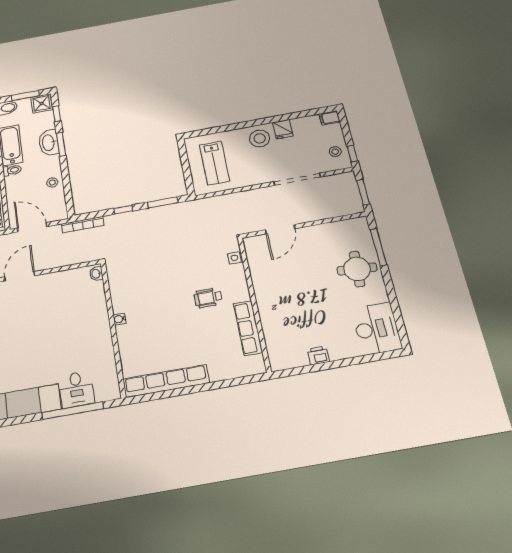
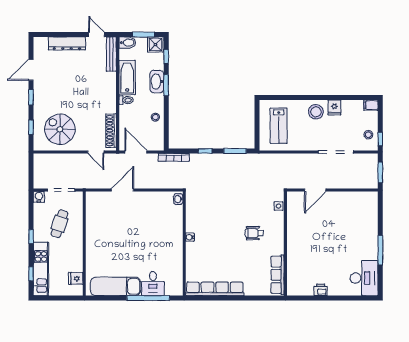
window: (378, 247) -> (380, 250), moved
round table: (357, 269) -> (362, 231), removed
row of seats: (248, 328) -> (277, 275), moved

